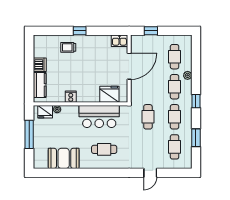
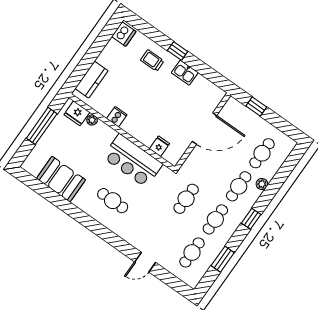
kitchen sink: (119, 41) -> (185, 73), moved
dishwasher: (40, 65) -> (124, 34), moved
fridge: (109, 94) -> (160, 146), width x0.53, depth x0.75

